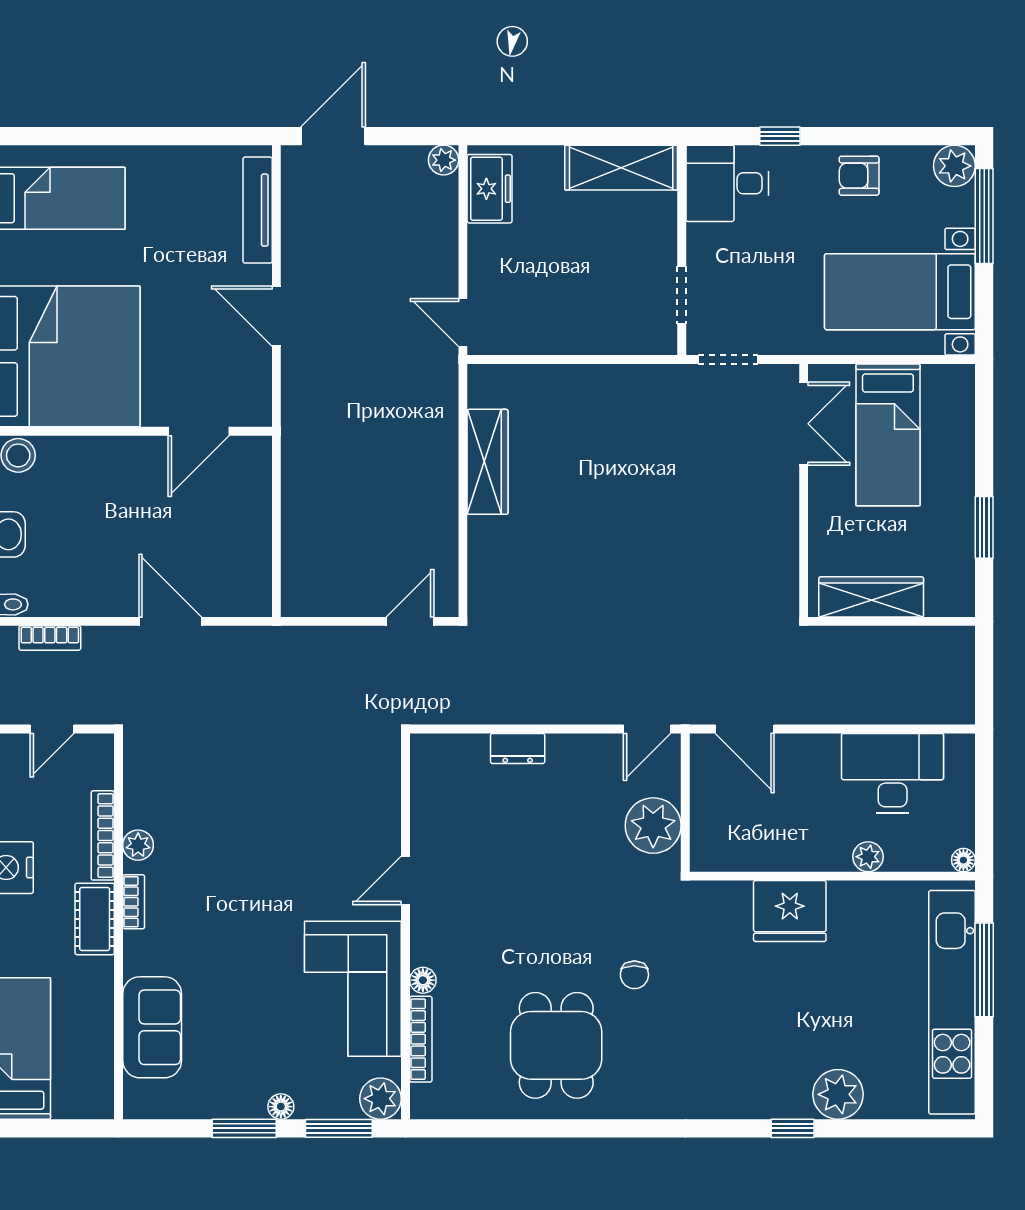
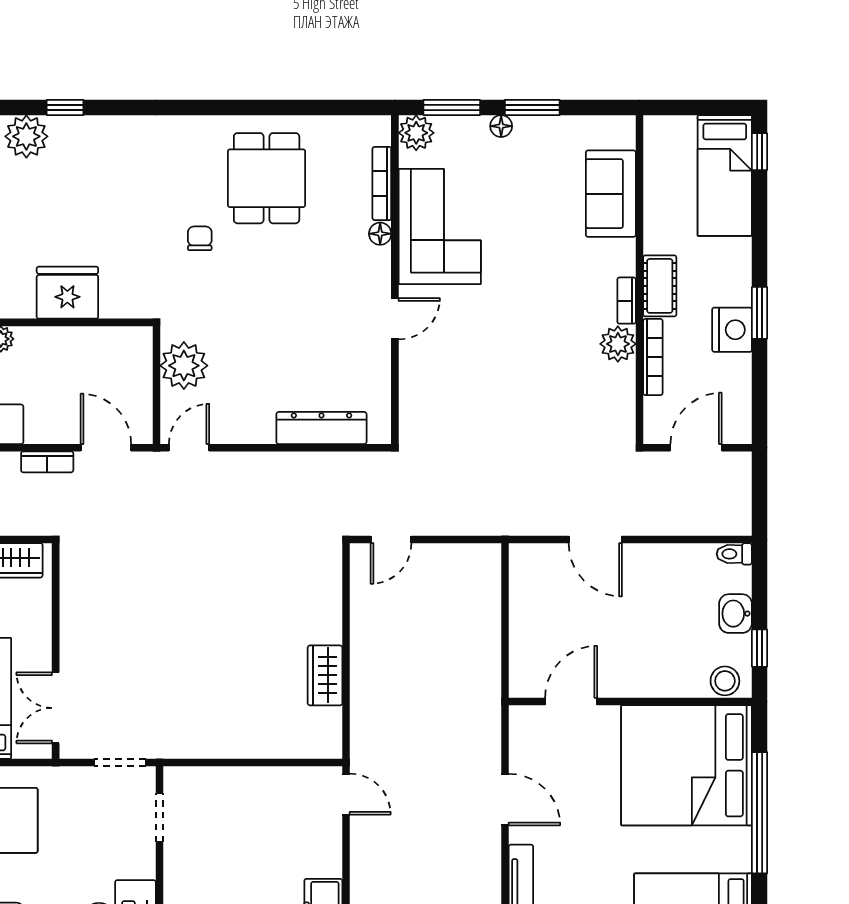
wardrobe: (488, 462) -> (325, 675), width x0.67
bookcase: (50, 638) -> (47, 462), moved, turned 180
door: (52, 729) -> (696, 448), width x1.38
dresser: (518, 749) -> (321, 428), width x1.96, depth x1.24
plant: (138, 845) -> (618, 344), width x1.38, depth x1.38

